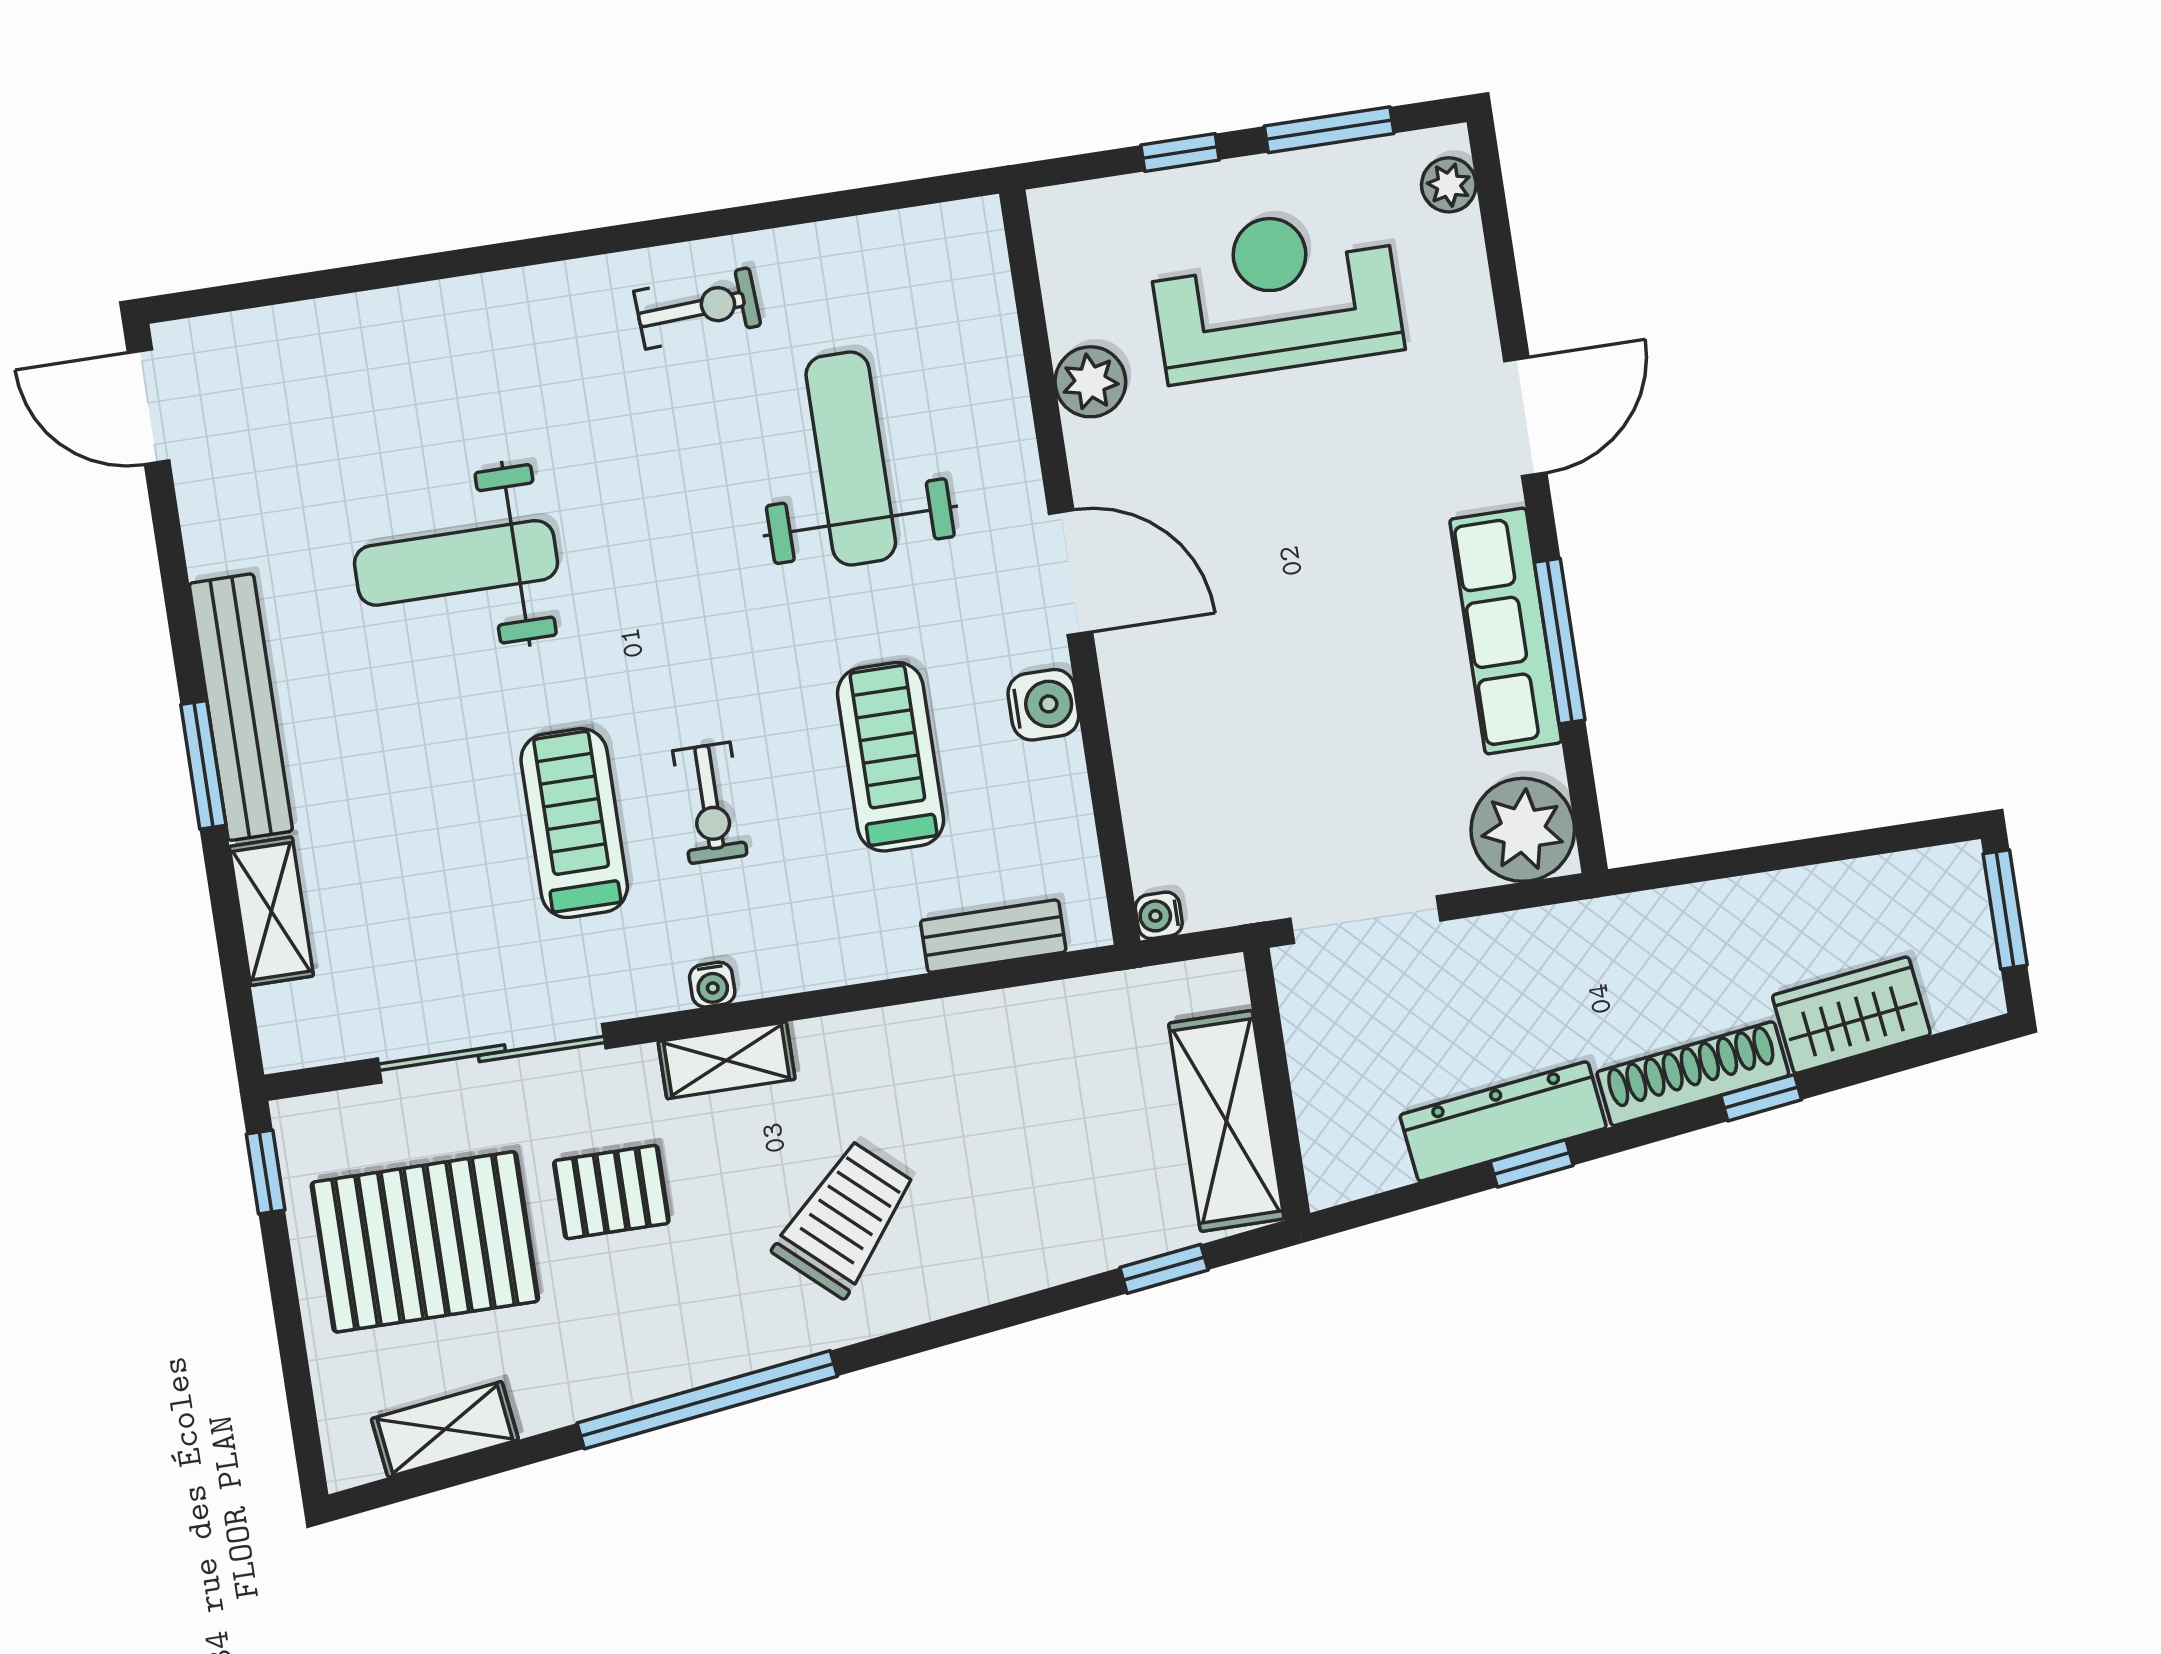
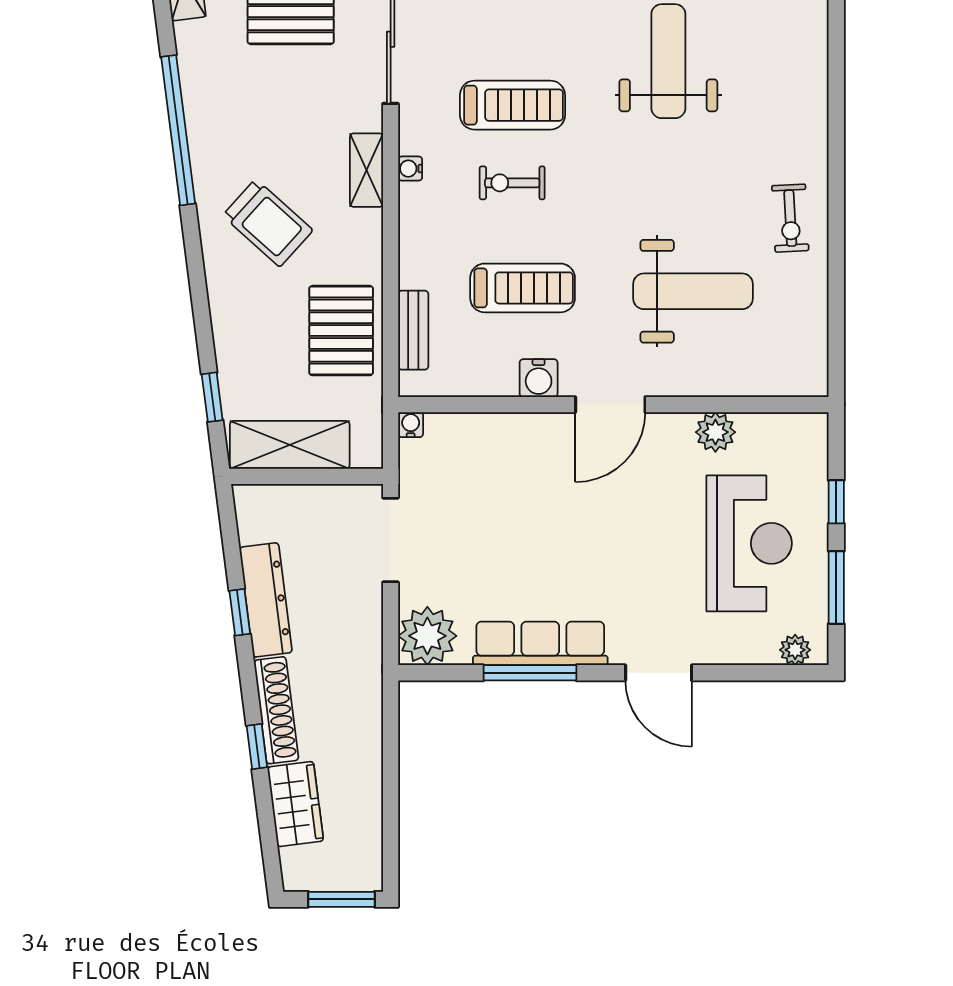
pallet: (611, 1192) -> (341, 331), moved, width x1.50, depth x1.42

